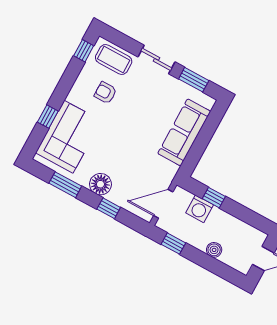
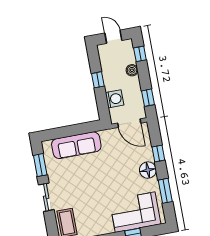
armchair: (105, 93) -> (91, 212), removed
window: (214, 198) -> (98, 80), moved
window: (224, 271) -> (140, 54), added

